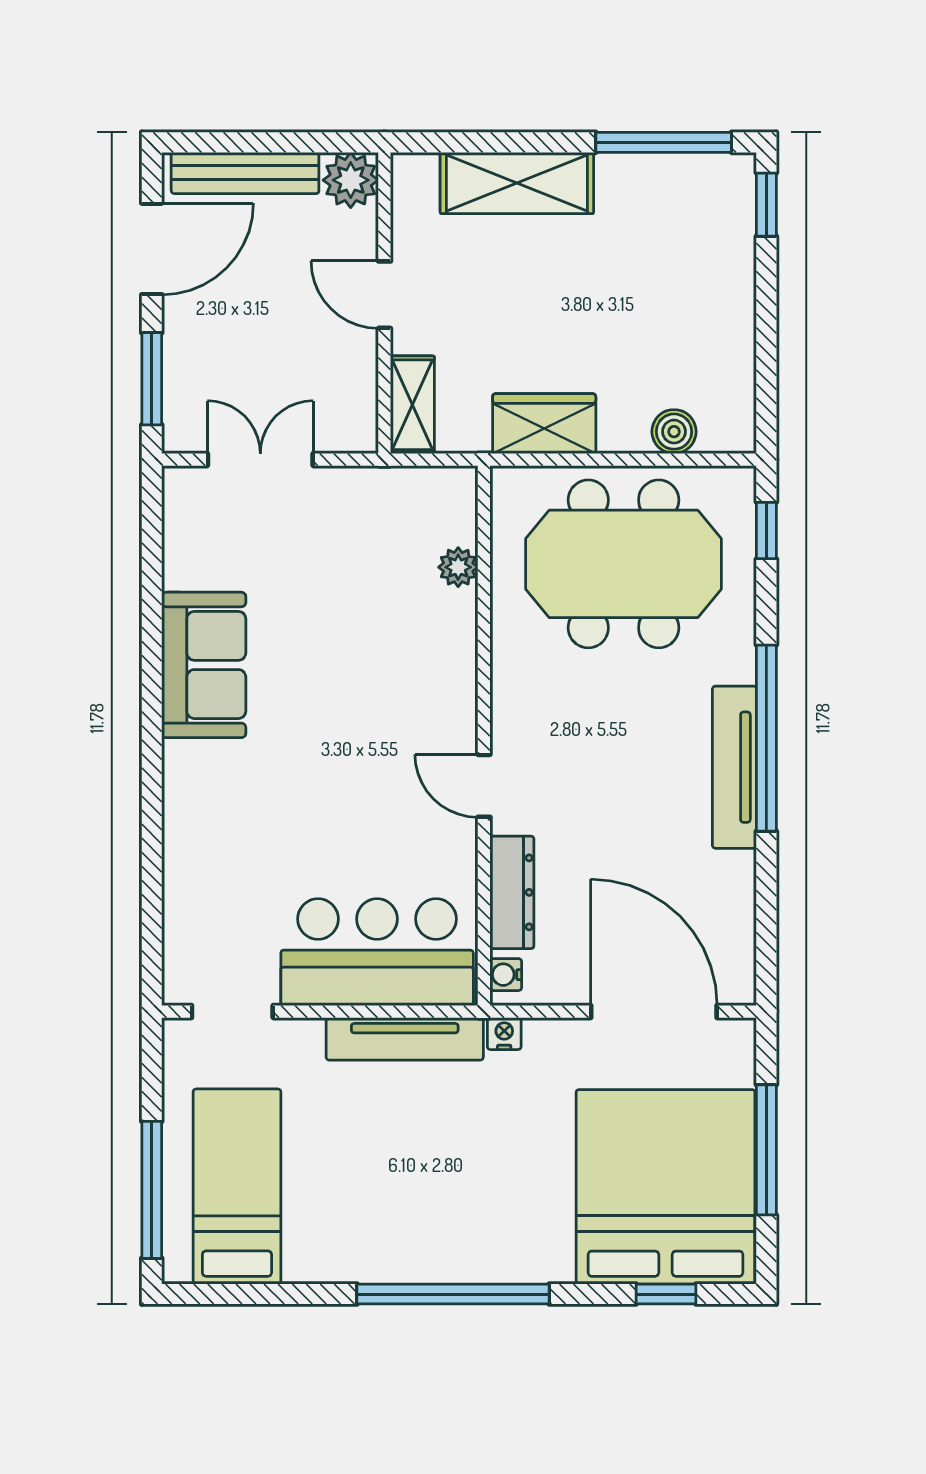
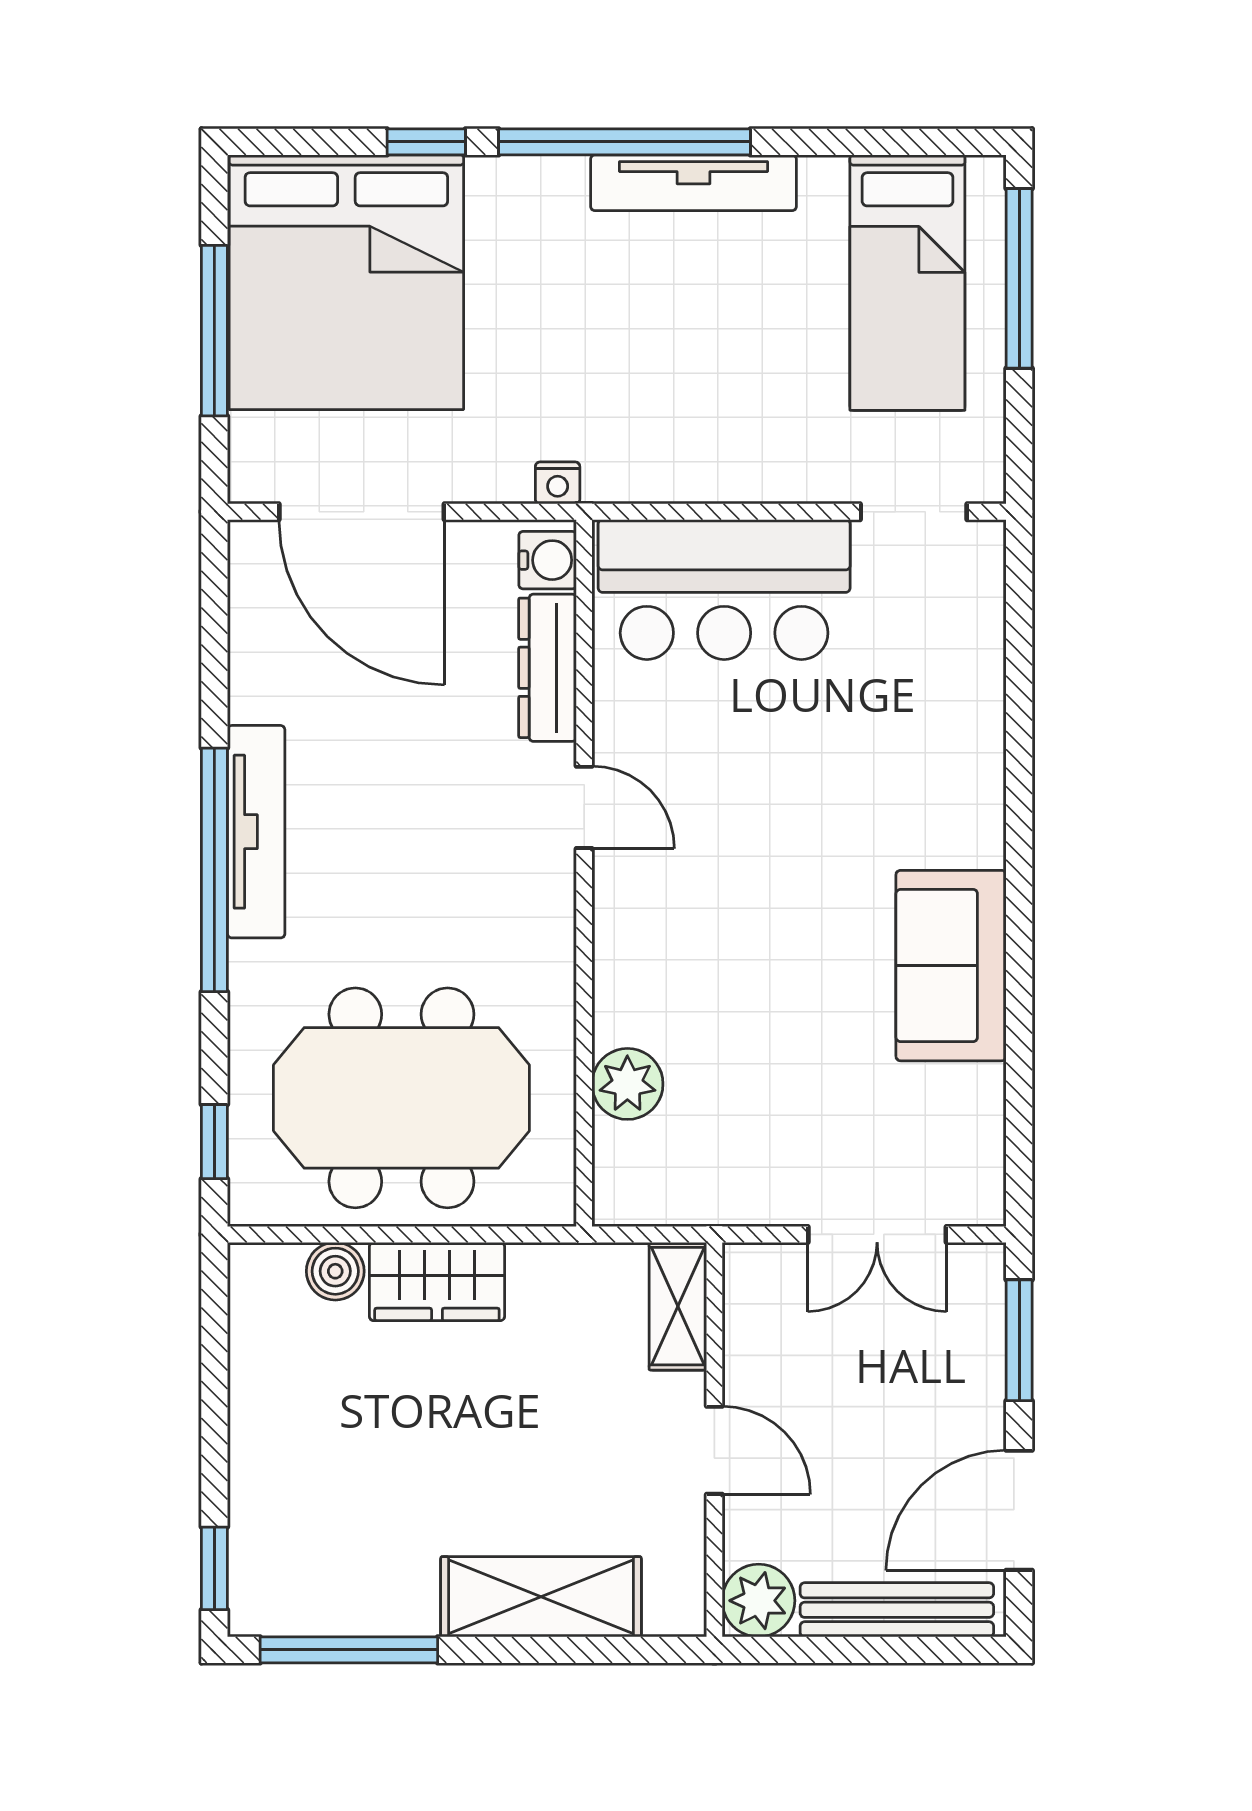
wardrobe: (544, 424) -> (437, 1282), moved
plant: (458, 567) -> (627, 1084), width x1.38, depth x1.38
water cooler: (506, 975) -> (548, 560), width x1.38, depth x1.38
tv unit: (405, 1039) -> (694, 183), moved, turned 180
window: (666, 1294) -> (426, 142), moved

